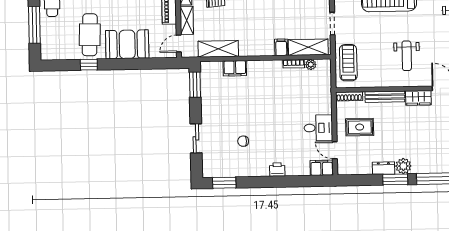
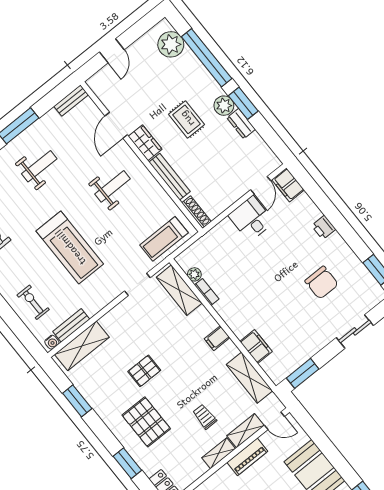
filing cabinet: (281, 47) -> (217, 338), moved
rug: (360, 127) -> (187, 119), moved
chair: (243, 141) -> (322, 283), width x1.87, depth x1.87

